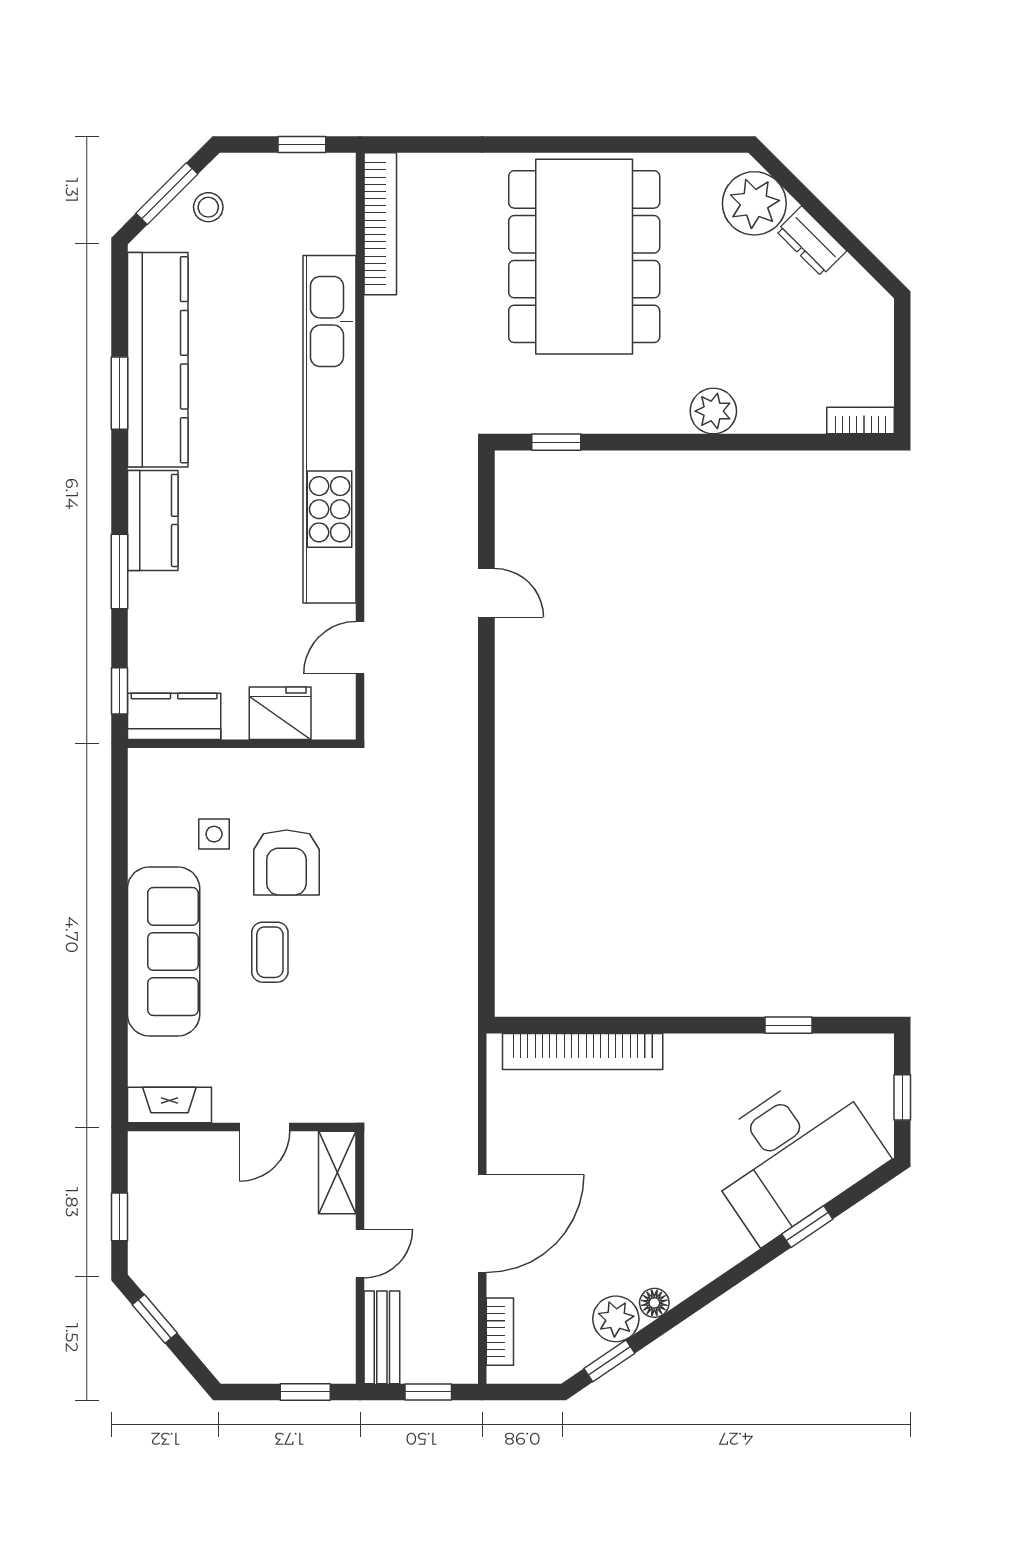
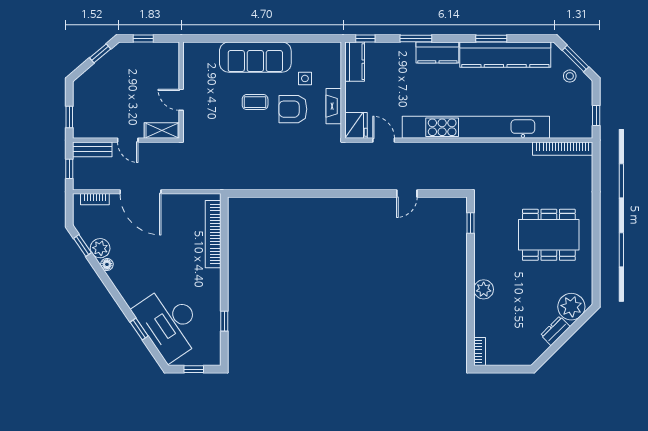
dining table: (584, 257) -> (549, 235), width x0.73, depth x0.80
fridge: (280, 713) -> (356, 125), moved
fireplace: (169, 1105) -> (334, 106), moved, turned 180

